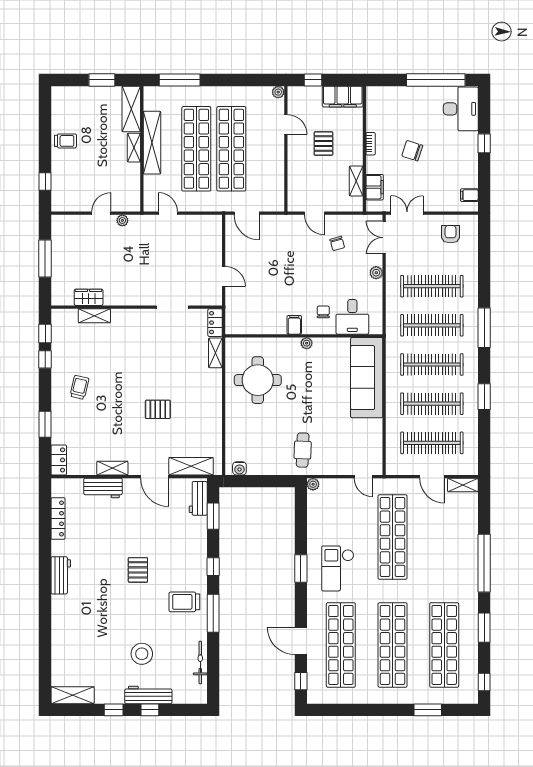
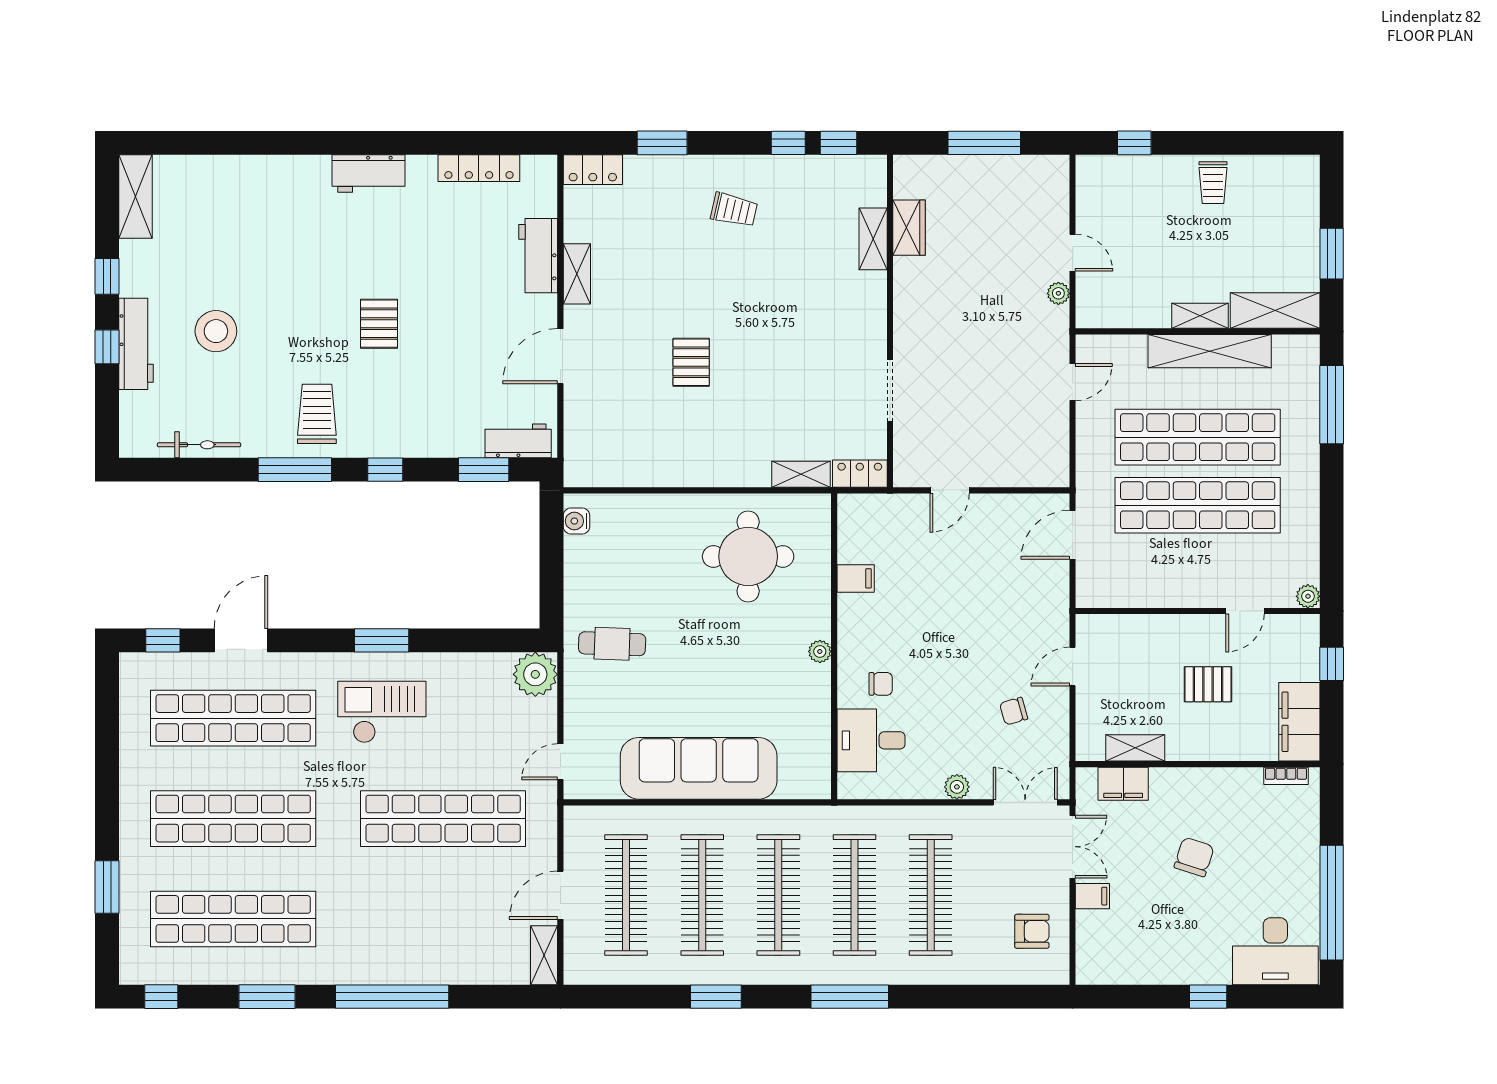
bookcase: (371, 144) -> (1286, 776), moved
filing cabinet: (469, 195) -> (1092, 896), moved, turned 90
filing cabinet: (294, 325) -> (856, 578), moved
sofa: (367, 378) -> (699, 768), moved
shelving: (191, 466) -> (581, 427), removed
plant: (313, 484) -> (535, 674), width x1.87, depth x1.87
pallet: (138, 570) -> (379, 324), turned 90

